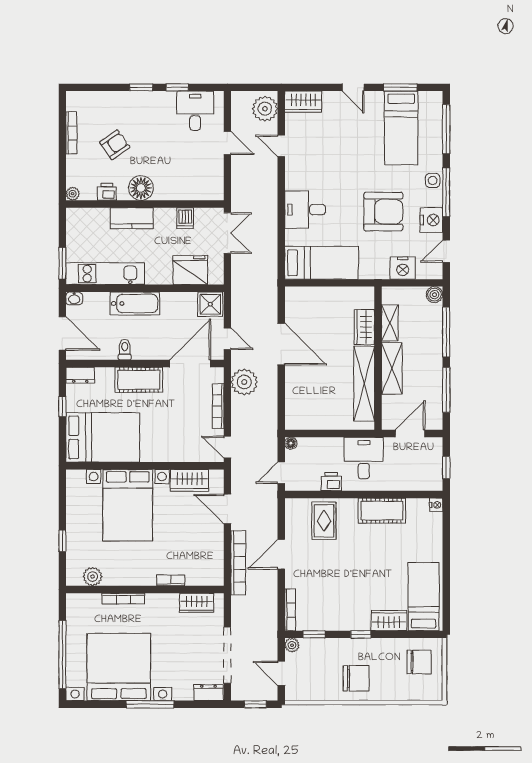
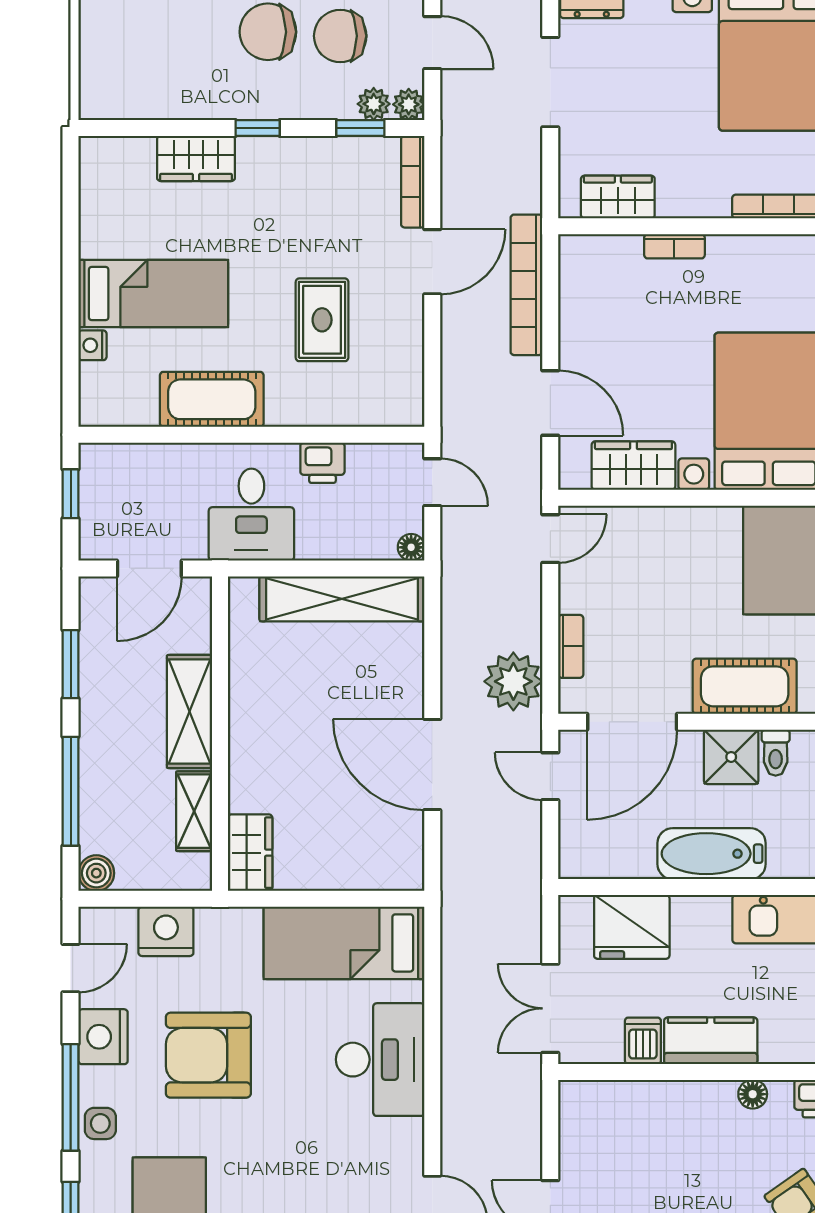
floor lamp: (141, 188) -> (753, 1094), width x0.53, depth x0.53
desk: (305, 210) -> (380, 1060), width x1.37
kitchen counter: (132, 218) -> (711, 1041), moved
bathtub: (135, 303) -> (712, 854), moved
shower: (210, 304) -> (731, 757), moved
wardrobe: (364, 327) -> (250, 853), moved
shelving: (364, 384) -> (342, 599), moved, turned 90
window: (446, 390) -> (71, 664), width x0.69
bookcase: (218, 406) -> (571, 646), width x0.64
door: (227, 447) -> (550, 539), hinge flipped
door: (281, 473) -> (432, 482), hinge flipped
nightstand: (436, 505) -> (92, 345), moved
rug: (324, 521) -> (322, 320), moved
door: (281, 554) -> (432, 262), moved
bed: (424, 597) -> (153, 293), moved, turned -90
plant: (308, 645) -> (374, 104), added
doorway: (227, 655) -> (550, 82), width x0.73
chair: (419, 662) -> (340, 36), moved

